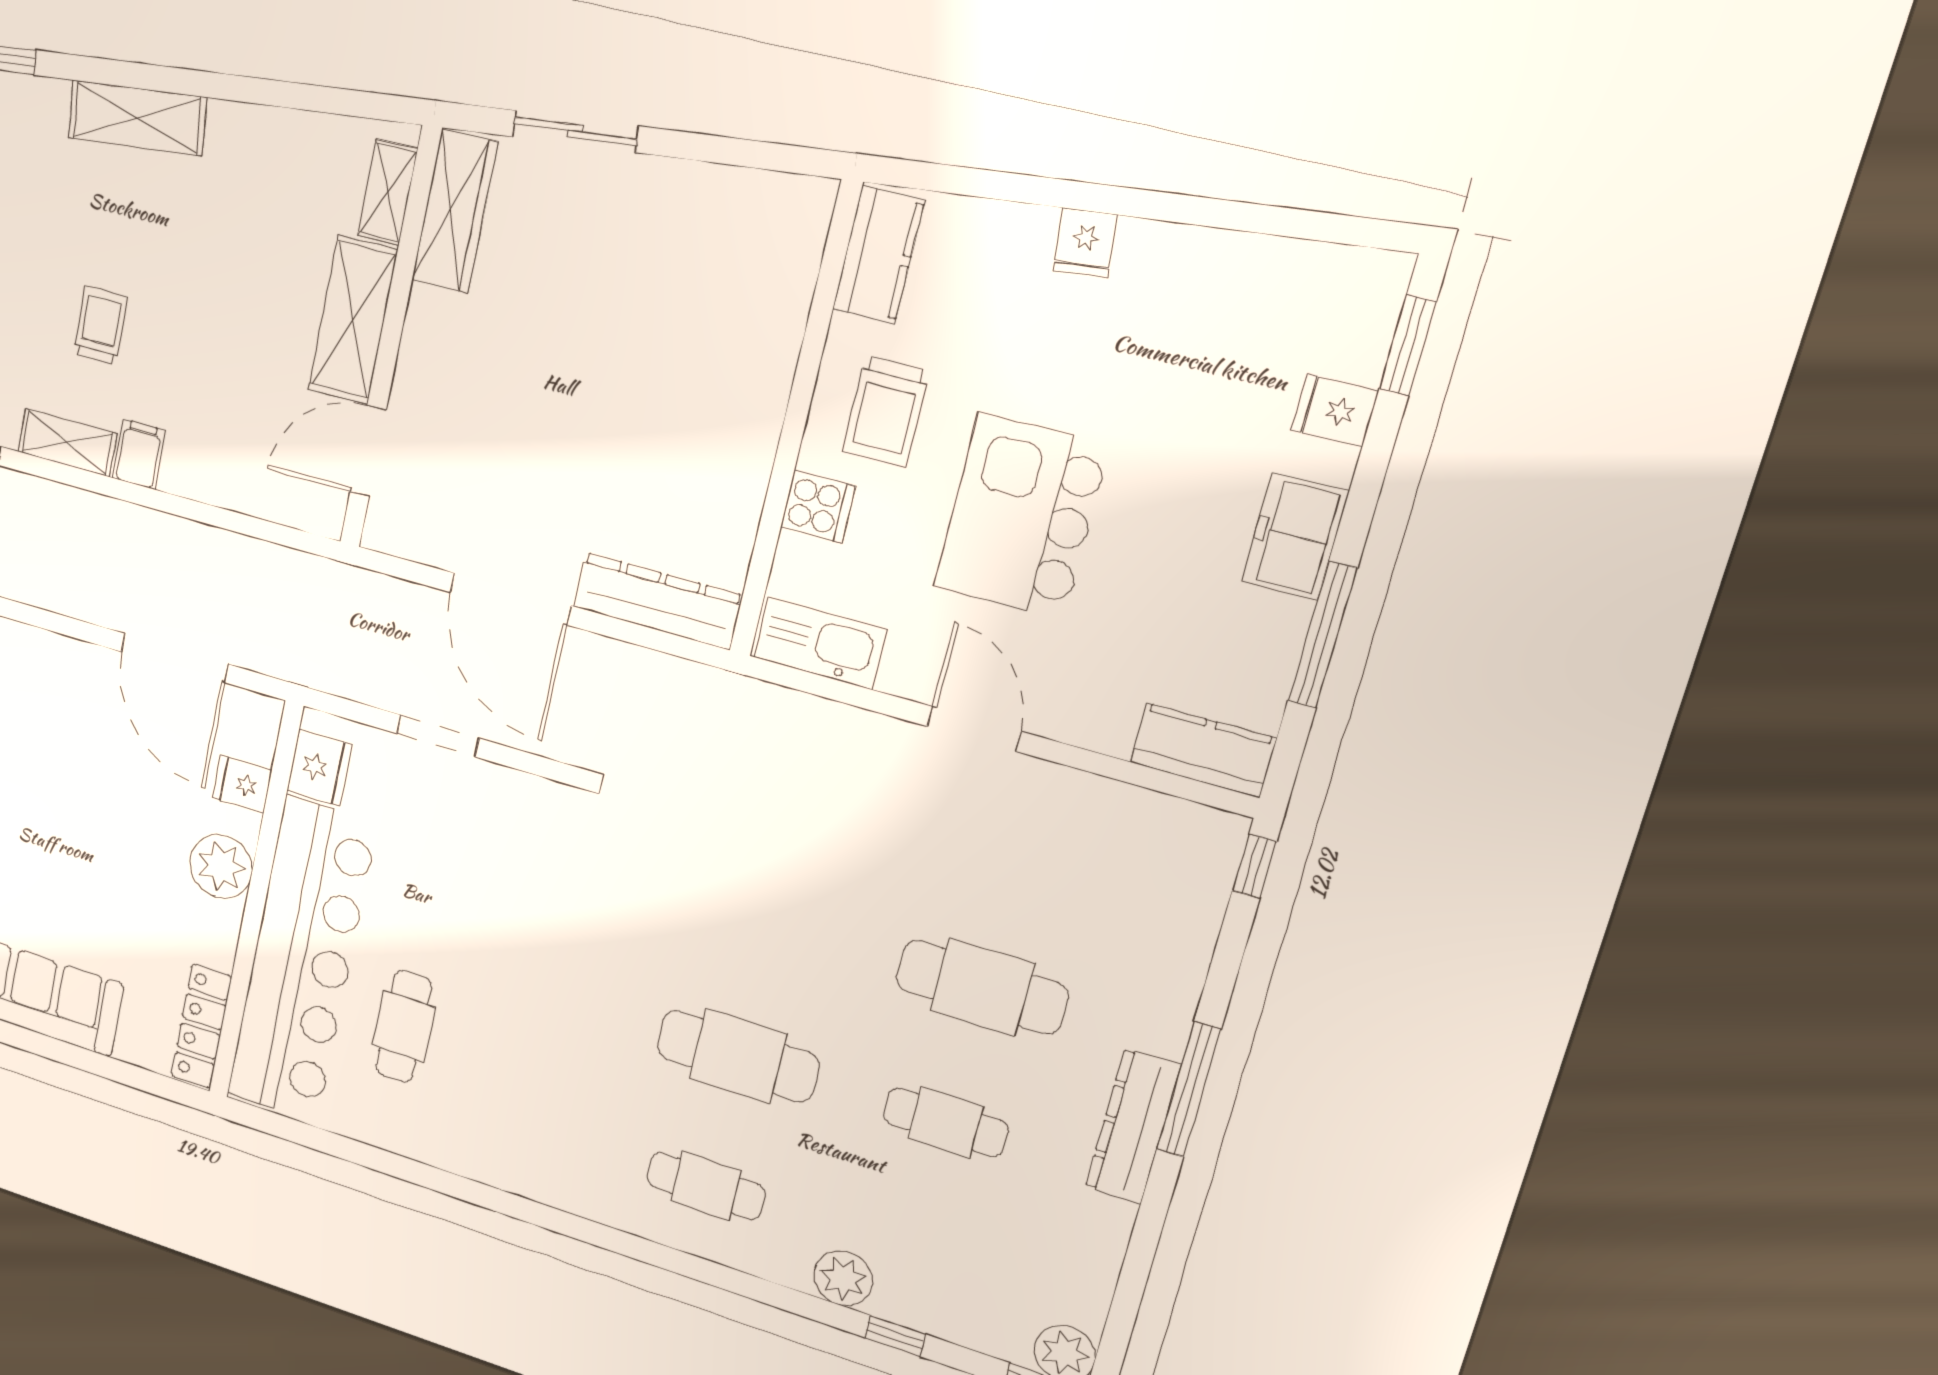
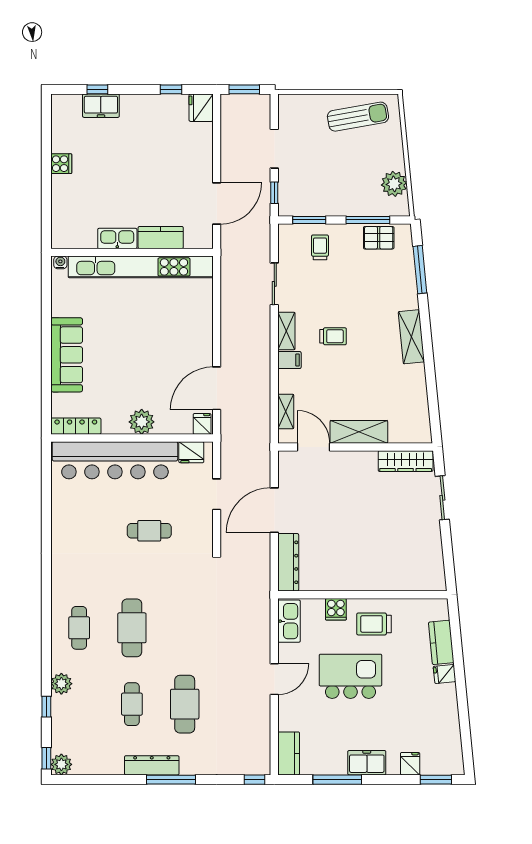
shelving: (388, 192) -> (286, 411), moved, turned 90
kitchen counter: (878, 255) -> (441, 642), moved, turned 84
fridge: (242, 784) -> (202, 424), moved
cafe table: (404, 1026) -> (149, 531), moved

